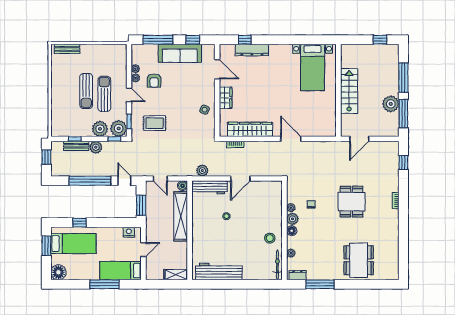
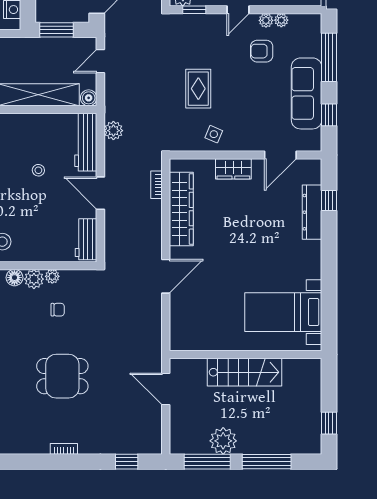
rug: (155, 123) -> (198, 89), moved
workbench: (268, 187) -> (86, 239), added

